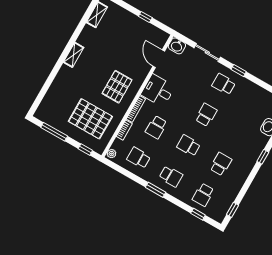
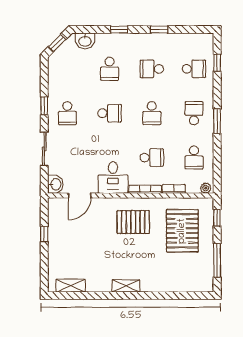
school desk: (206, 115) -> (110, 113), turned 180
school desk: (238, 133) -> (110, 69), added
window: (233, 210) -> (159, 30), moved

